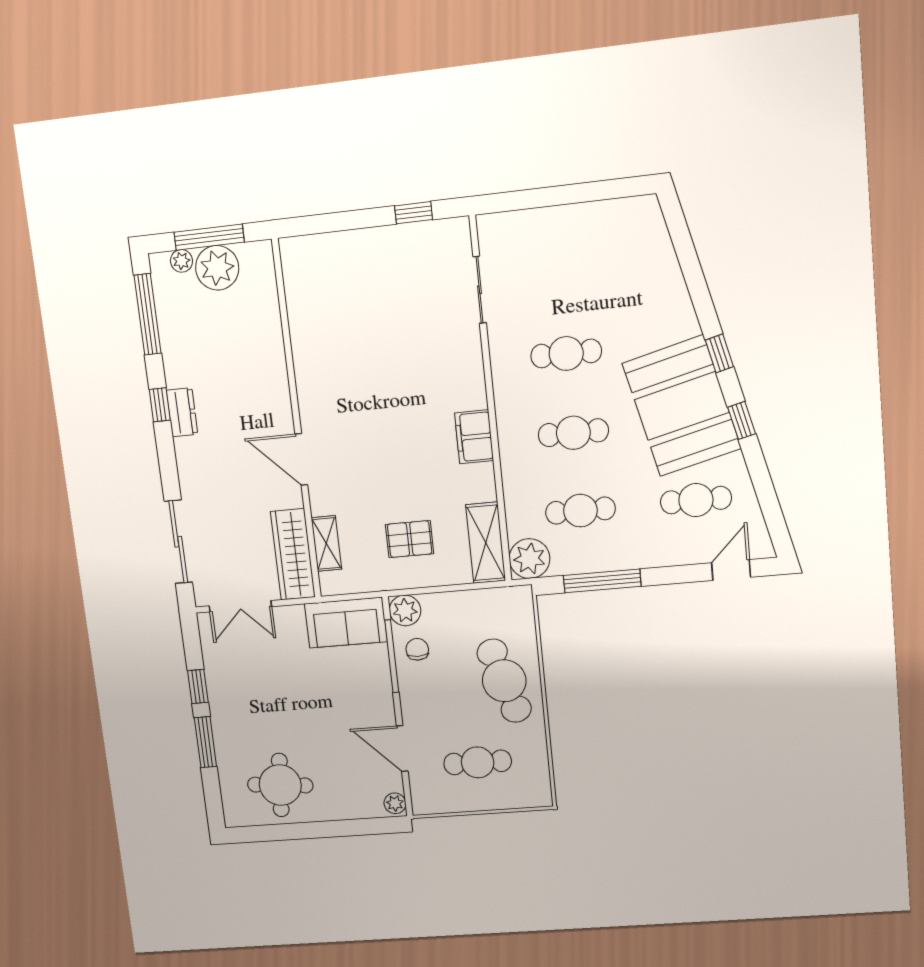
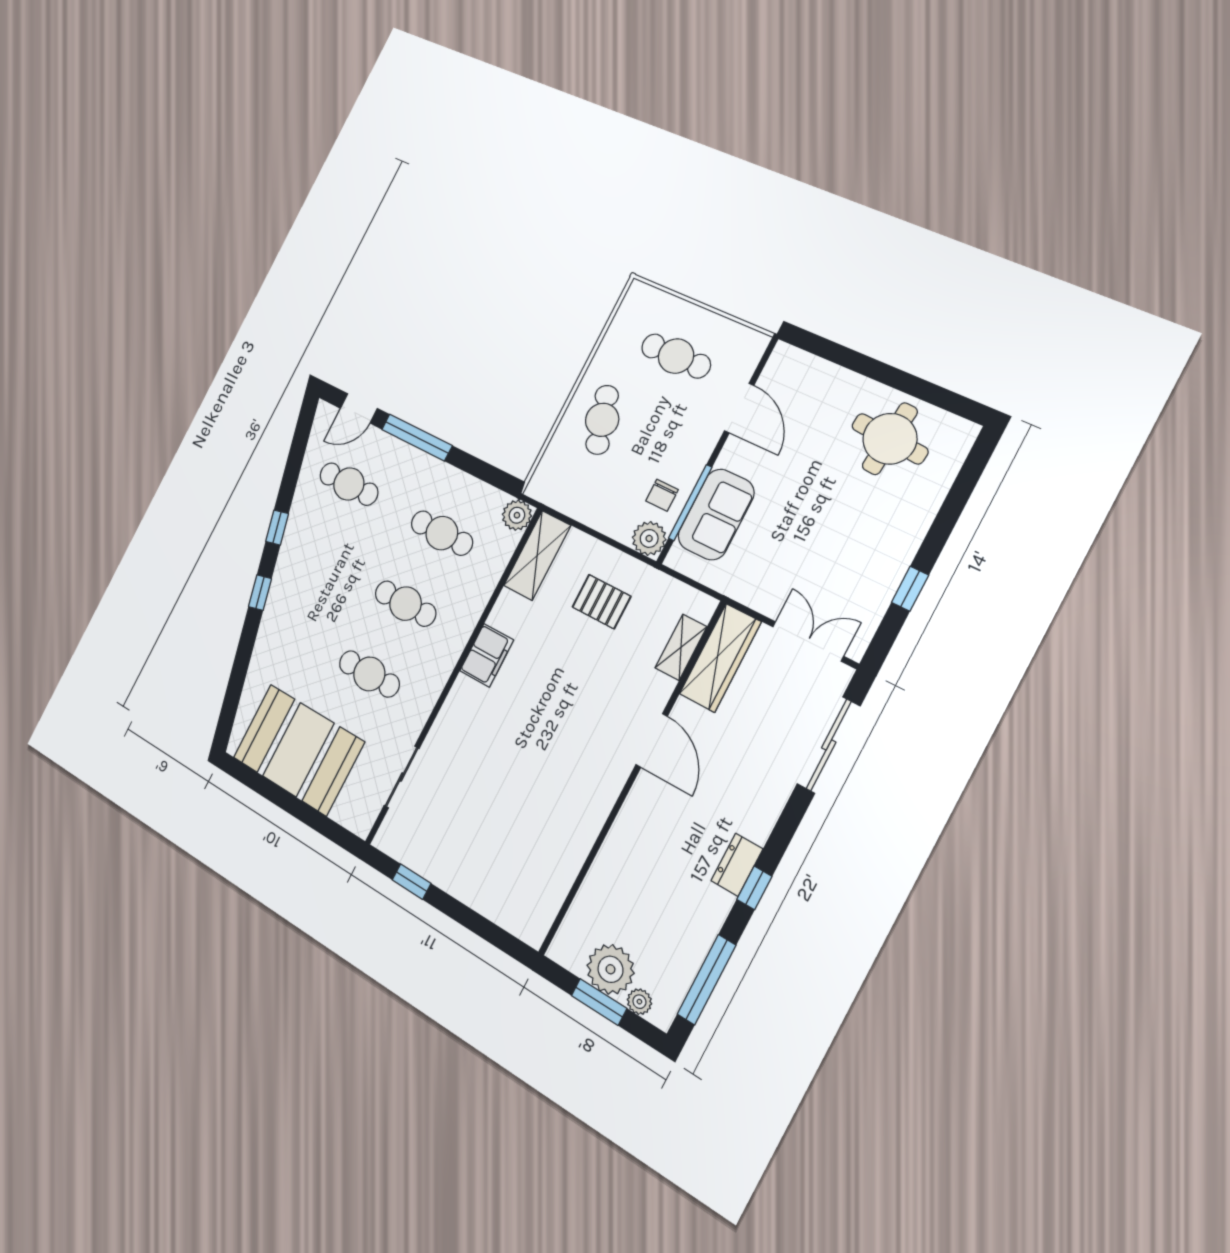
window: (209, 237) -> (599, 1002), width x0.69
booth: (682, 406) -> (298, 750), moved, turned -76
plant: (529, 559) -> (517, 515), width x0.73, depth x0.73
window: (602, 581) -> (417, 437), moved
sofa: (346, 623) -> (716, 514), moved, turned 90
cafe table: (504, 681) -> (602, 420), width x0.73, depth x0.74
window: (205, 742) -> (942, 527), removed
plant: (395, 803) -> (782, 358), removed

